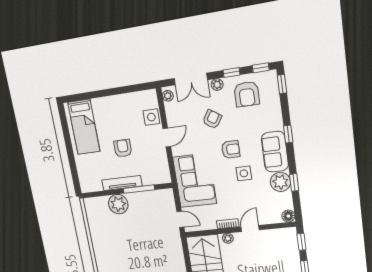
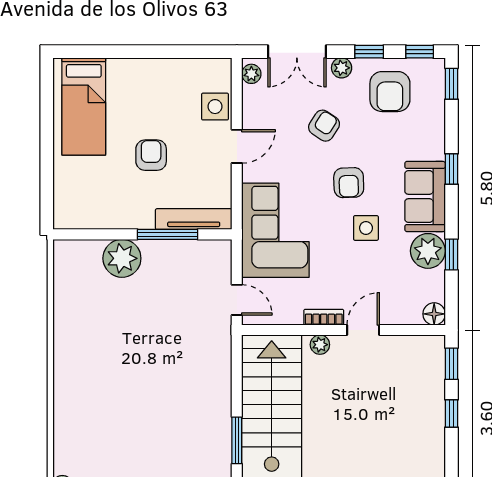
armchair: (231, 149) -> (349, 183), turned 88
tv unit: (122, 183) -> (194, 219), moved

